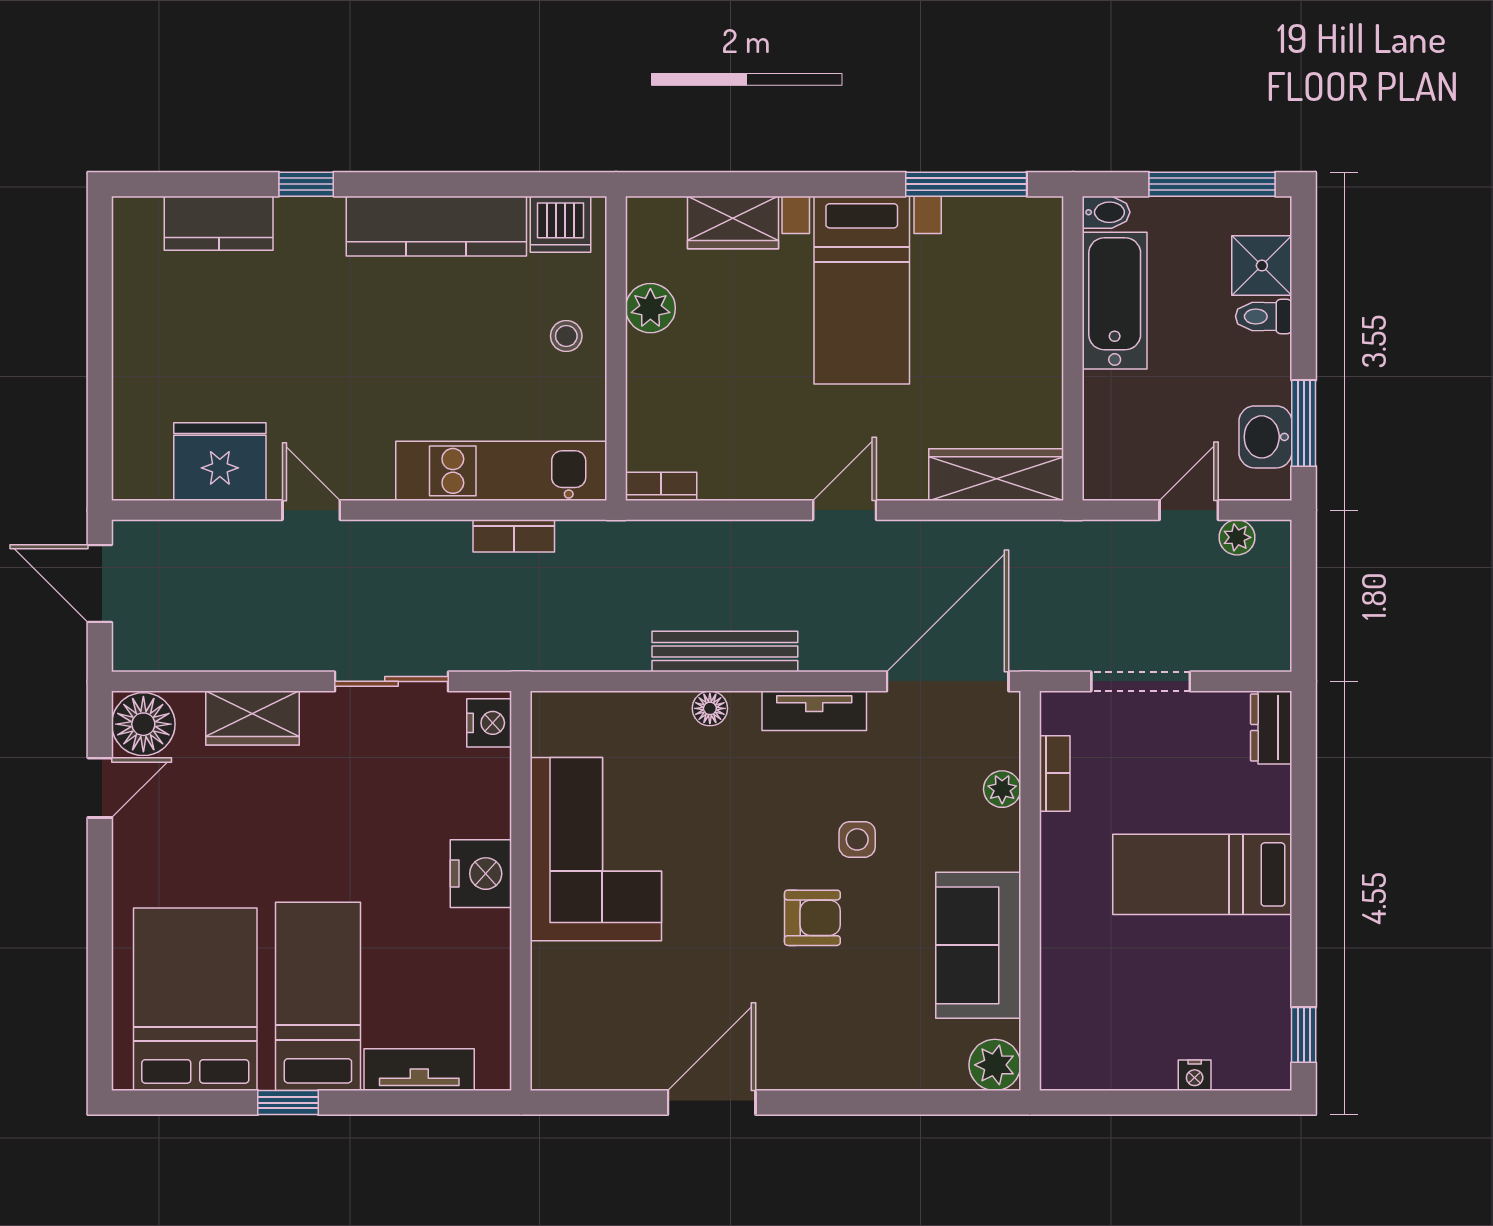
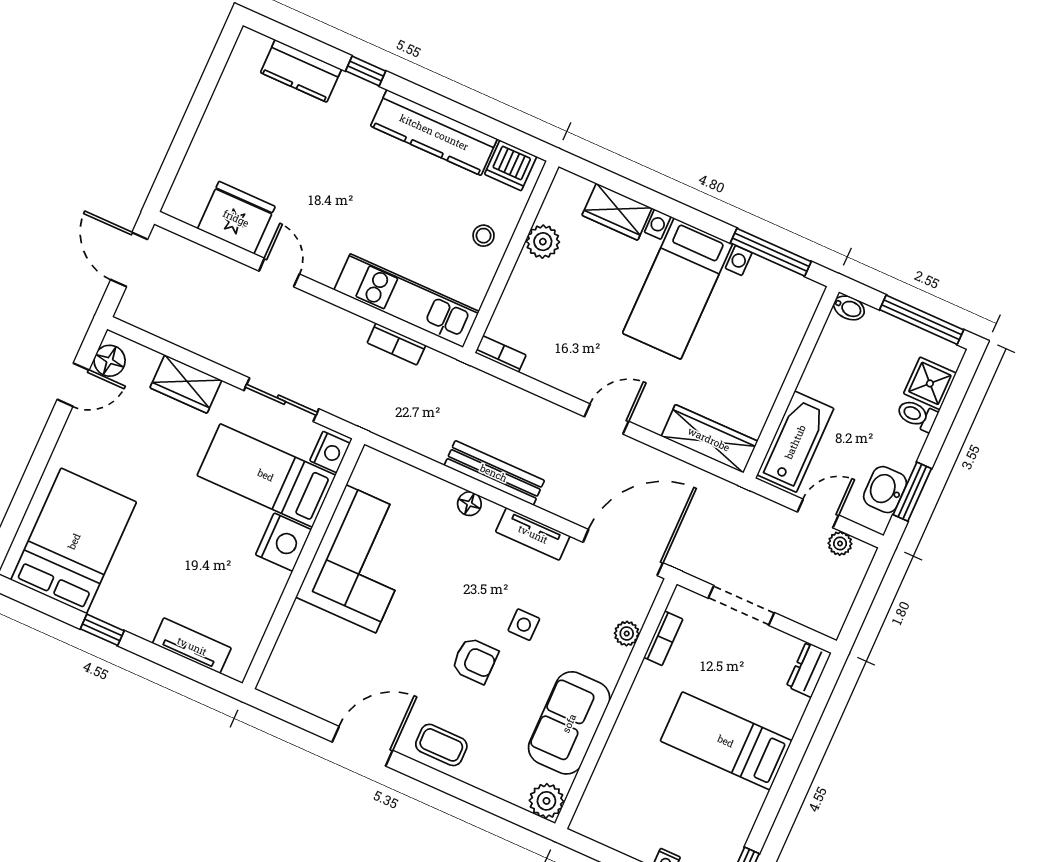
bathtub: (1115, 301) -> (795, 442), moved
floor lamp: (143, 724) -> (110, 361), width x0.73, depth x0.73
bed: (318, 996) -> (266, 475), moved, turned -90
coffee table: (818, 1053) -> (441, 745), added

